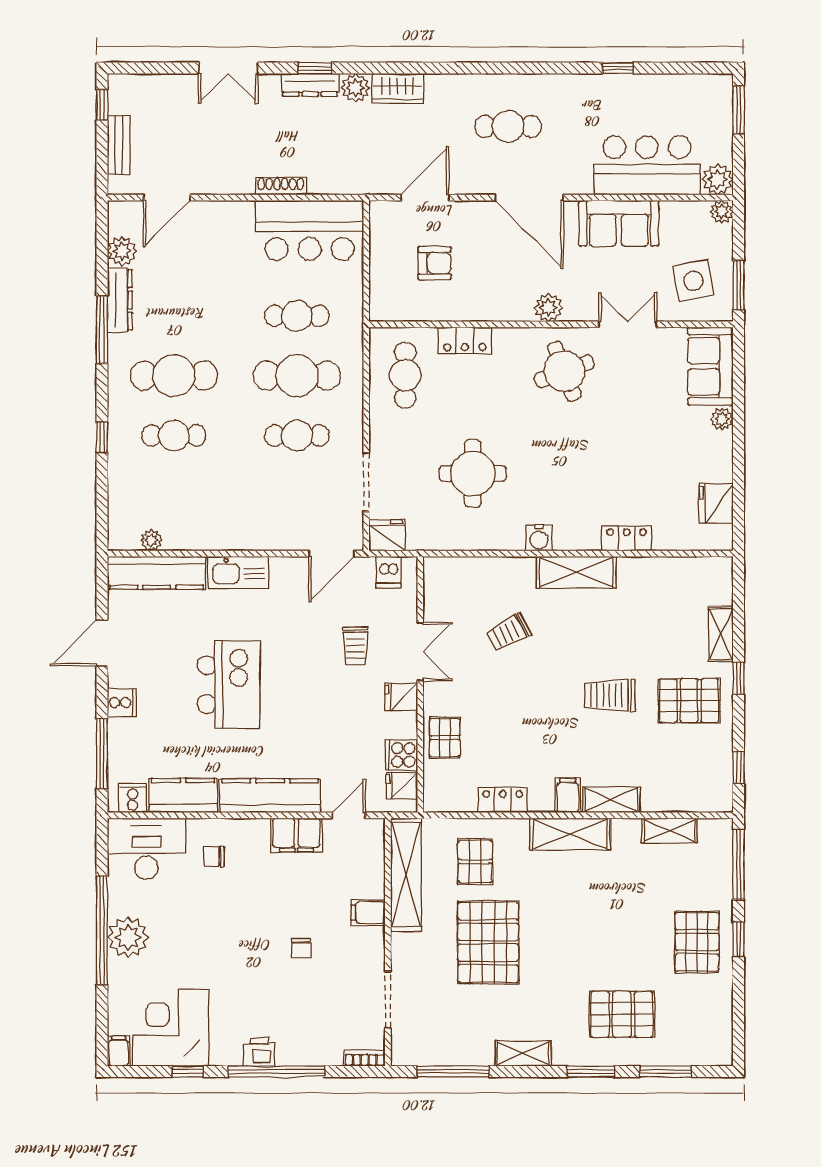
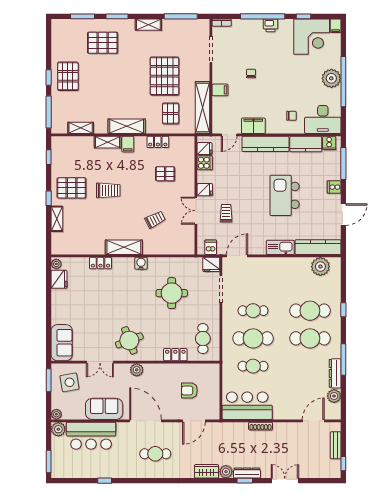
plant: (722, 419) -> (56, 264), moved
cafe table: (174, 436) -> (310, 311), width x1.37, depth x1.35
plant: (151, 540) -> (320, 267), width x1.87, depth x1.87
pallet: (445, 738) -> (165, 174), moved, turned 90

